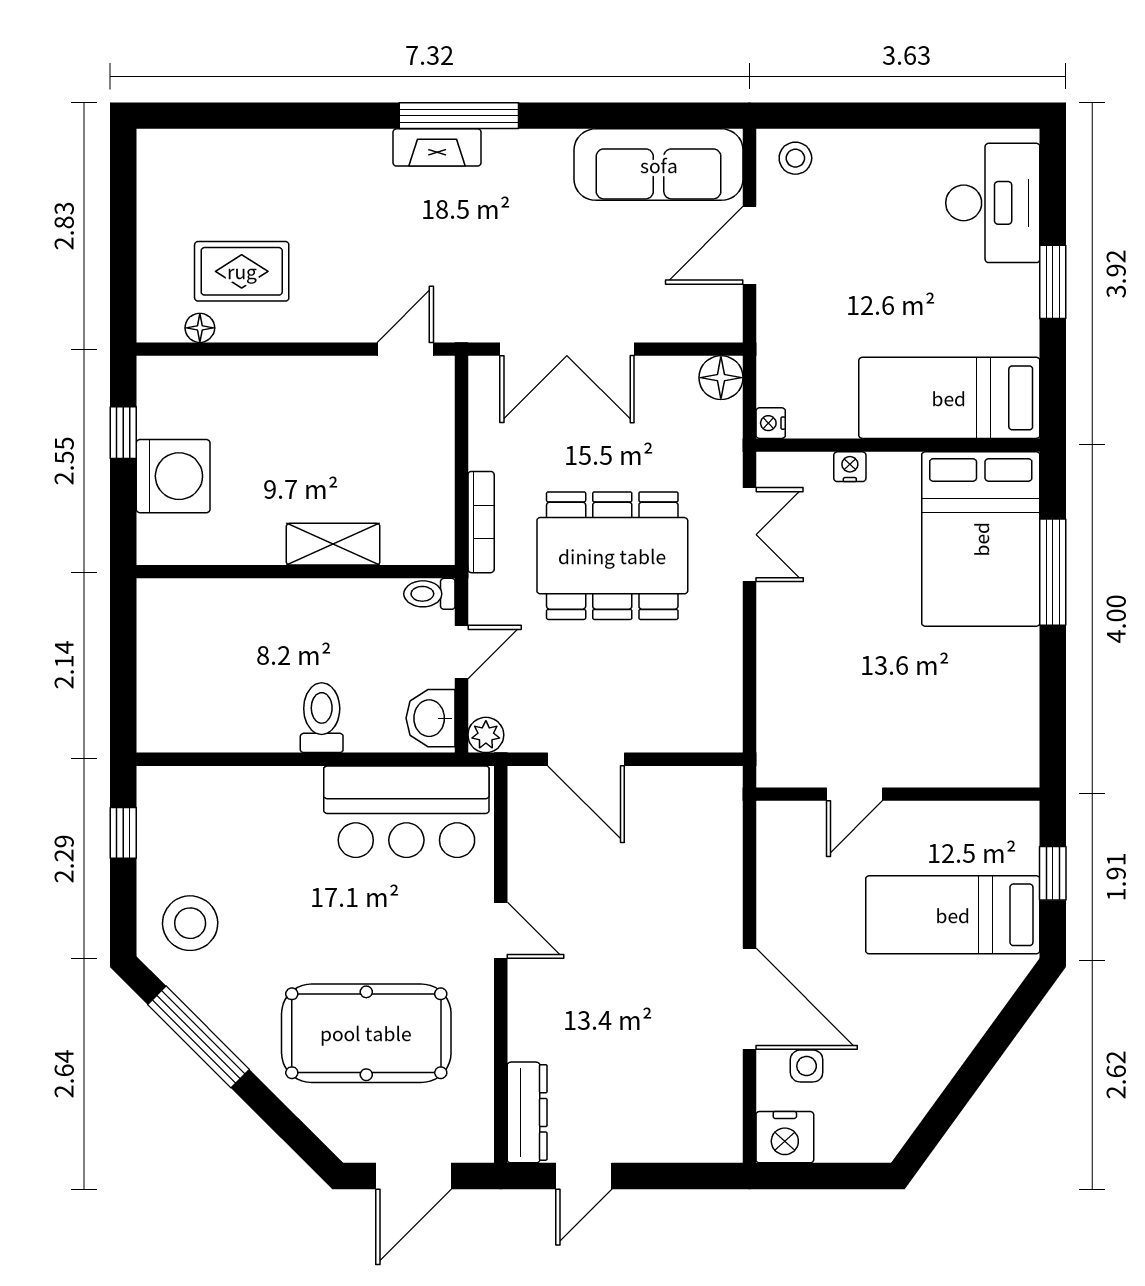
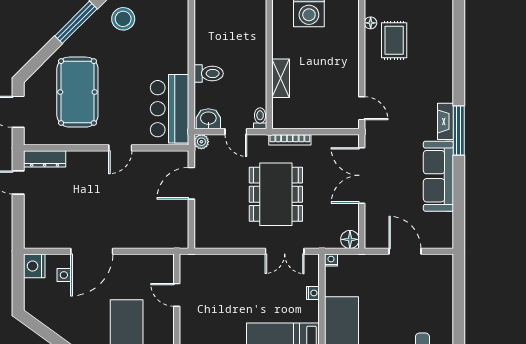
stool: (795, 158) -> (441, 270), removed
sofa: (659, 165) -> (438, 176), moved

